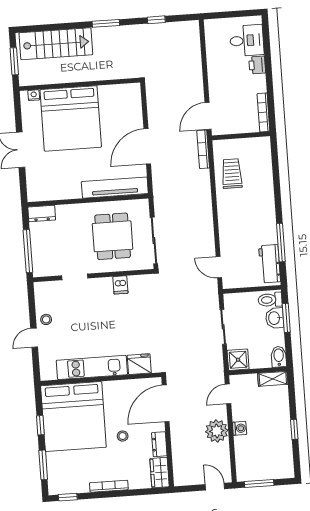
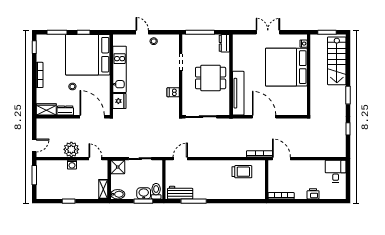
desk: (247, 40) -> (336, 171), moved, turned 180
dining table: (113, 236) -> (211, 78), moved

